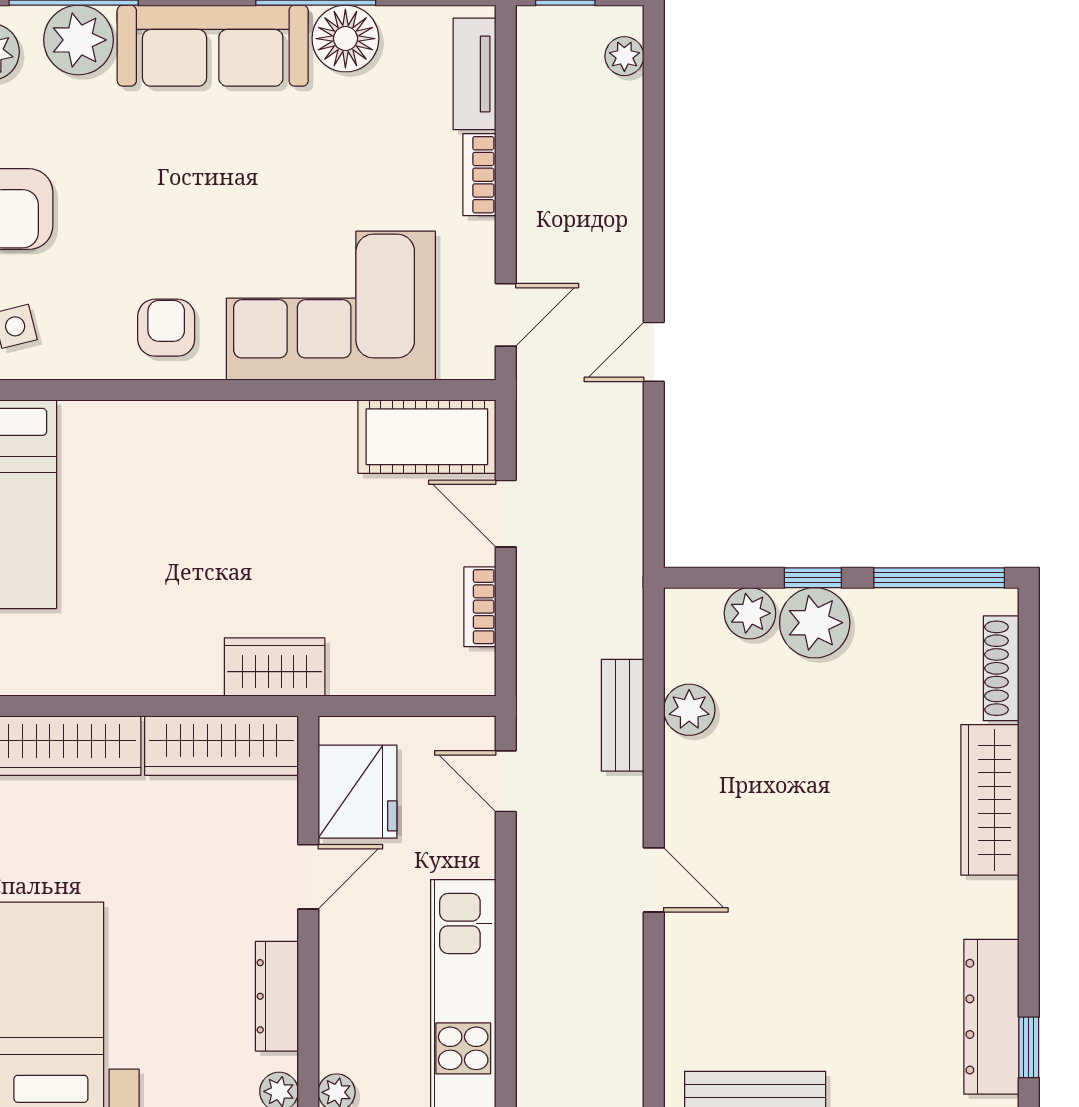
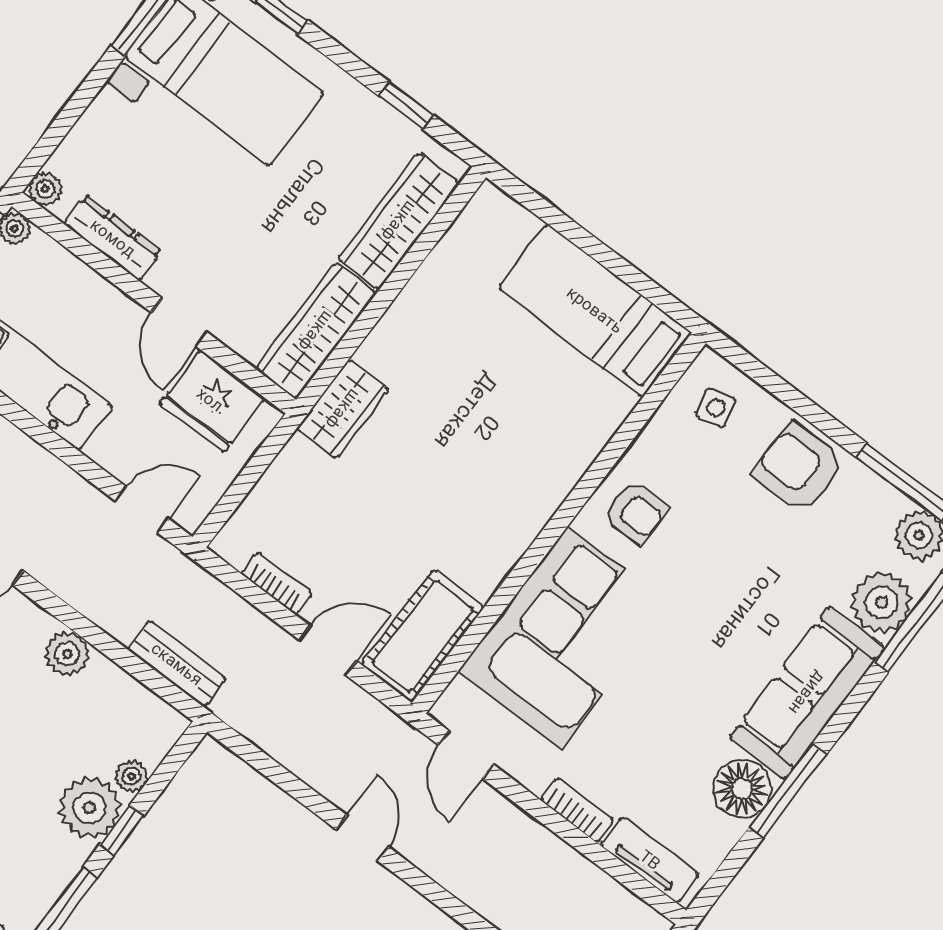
plant: (750, 613) -> (131, 776), width x0.73, depth x0.73
plant: (689, 710) -> (67, 654), moved
bench: (623, 715) -> (177, 664), moved

